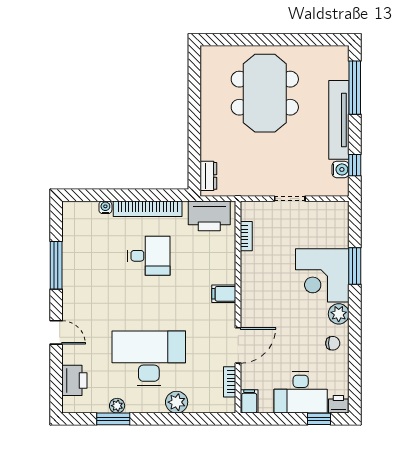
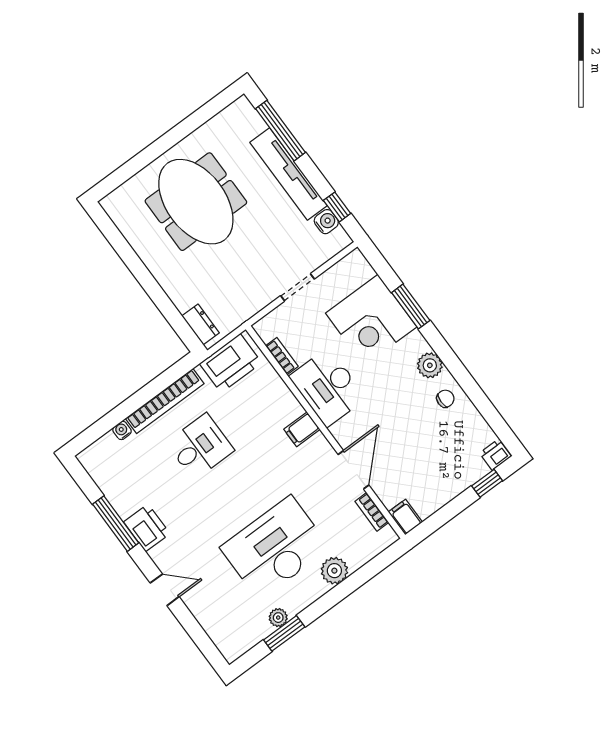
corner desk: (322, 275) -> (371, 320), moved
printer: (74, 380) -> (147, 528), moved
desk: (301, 392) -> (328, 387), moved, turned 90

